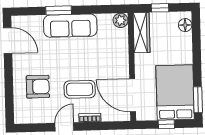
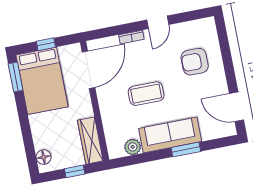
plant: (121, 20) -> (133, 147), moved
coffee table: (80, 89) -> (146, 94), moved
door: (133, 95) -> (88, 70), hinge flipped

